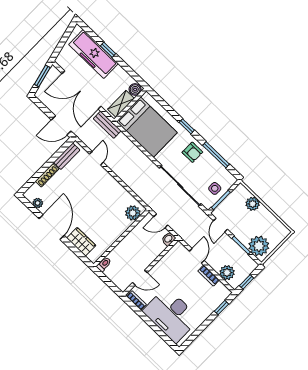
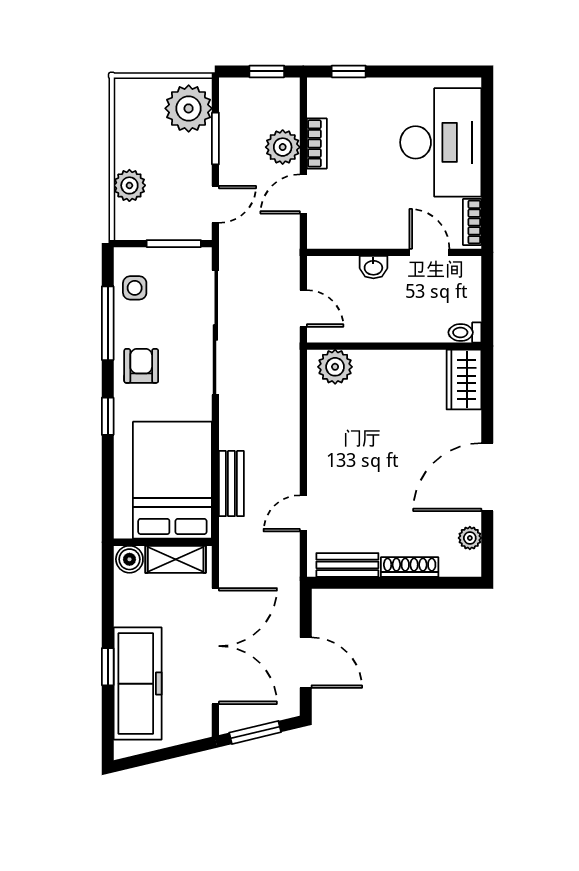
door: (61, 125) -> (306, 663), moved
bench: (107, 125) -> (231, 484), moved
side table: (215, 188) -> (135, 288), moved
washbasin: (168, 239) -> (373, 267), moved
wardrobe: (81, 242) -> (464, 380), moved
plant: (227, 273) -> (283, 147), moved

